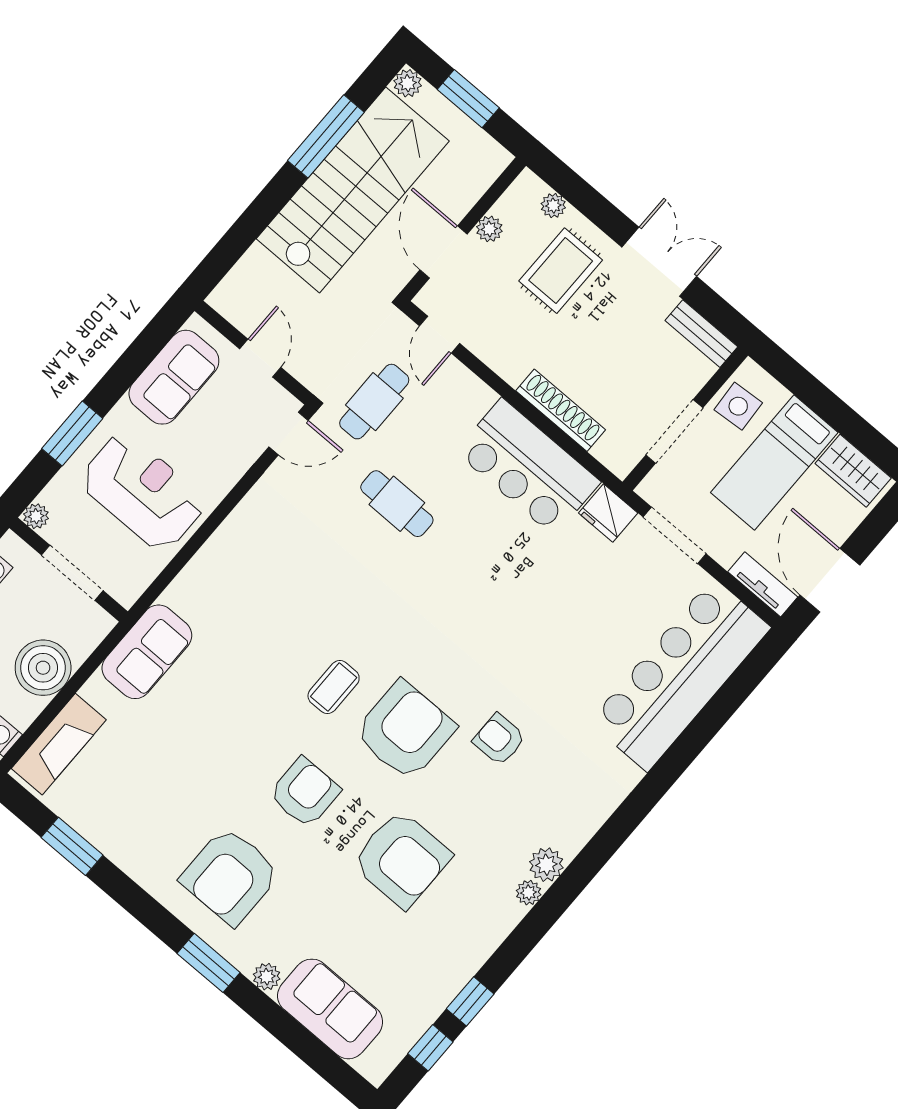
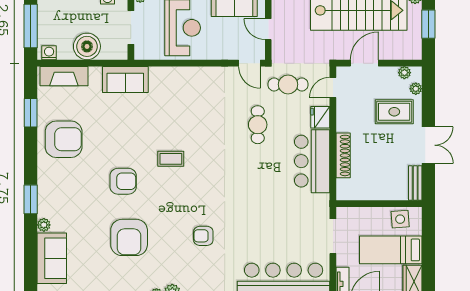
plant: (489, 229) -> (404, 73), moved
door: (260, 358) -> (268, 29), swing flipped
doorway: (674, 431) -> (371, 204), removed
fridge: (608, 513) -> (320, 117), moved
armchair: (405, 730) -> (177, 199), removed
armchair: (499, 739) -> (203, 236), turned -90
armchair: (230, 876) -> (64, 139), moved, turned 180

